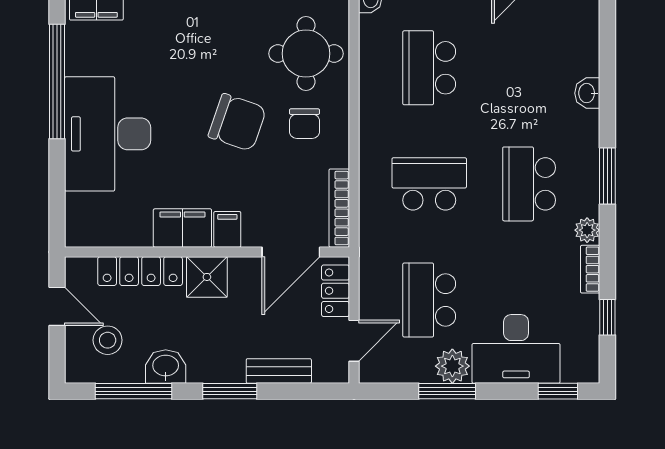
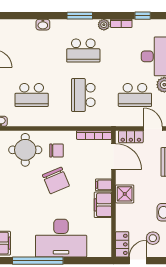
chair: (237, 122) -> (56, 180), turned 138
locker: (140, 271) -> (122, 244), moved, width x0.66

